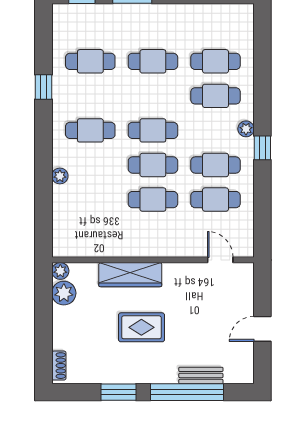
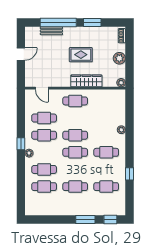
cafe table: (153, 200) -> (75, 101), moved
plant: (64, 293) -> (119, 58), moved

